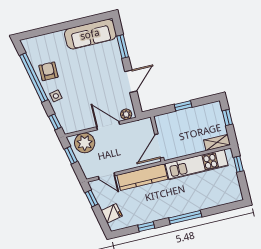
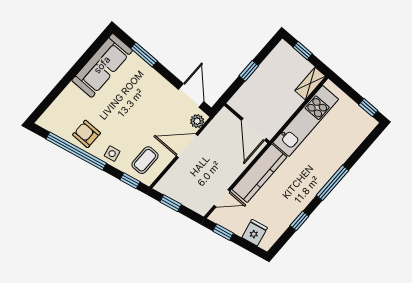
door: (131, 81) -> (191, 96), moved
coffee table: (74, 115) -> (145, 160), added
plant: (85, 143) -> (176, 180), removed
window: (238, 164) -> (368, 108), moved

